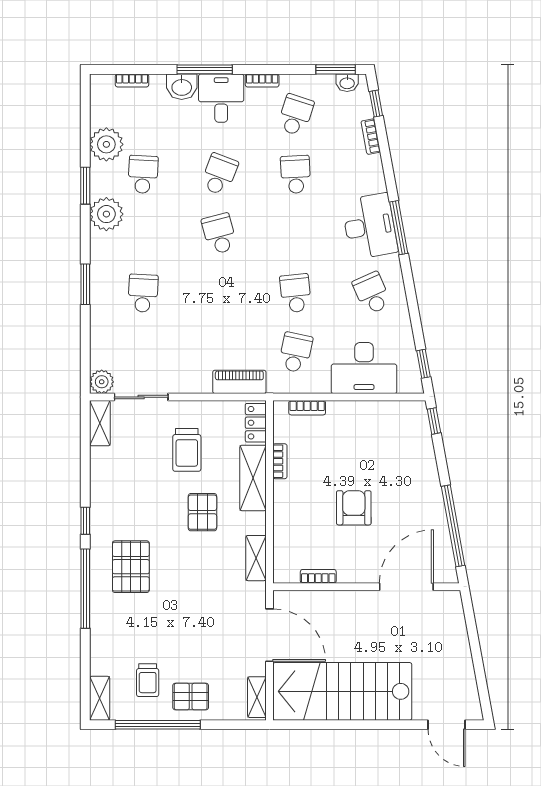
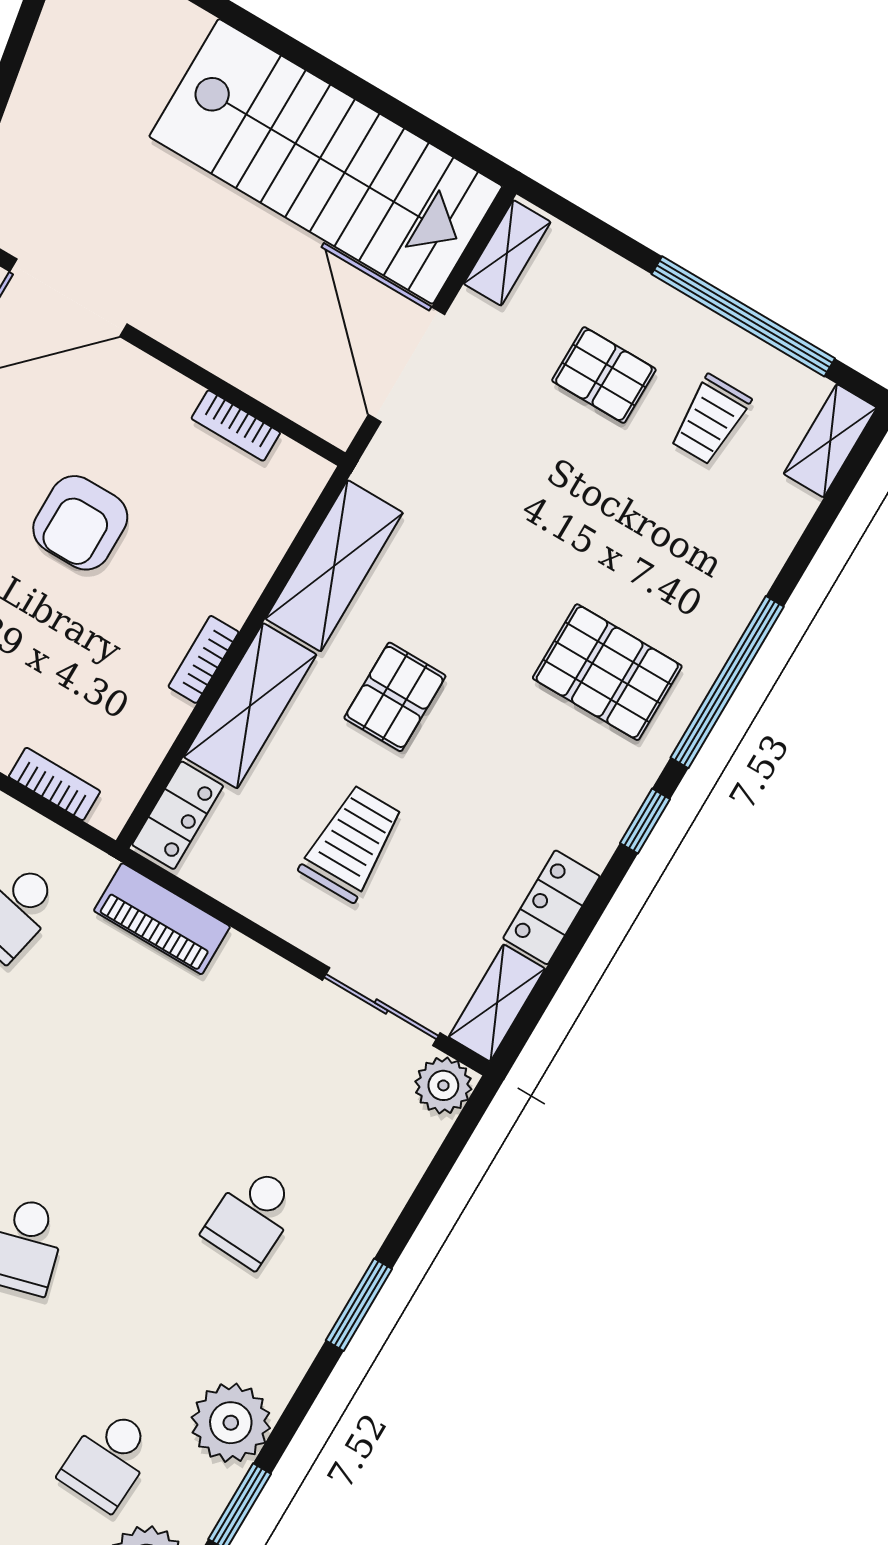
bookcase: (280, 461) -> (203, 659), moved
locker: (101, 469) -> (551, 907), added
shelving: (256, 558) -> (334, 566), width x1.50, depth x1.33
pallet: (131, 567) -> (607, 672), turned 90
trolley: (148, 680) -> (710, 420), turned 180
pallet: (191, 697) -> (604, 375), moved

